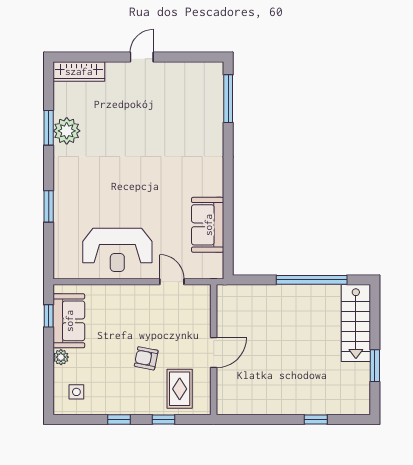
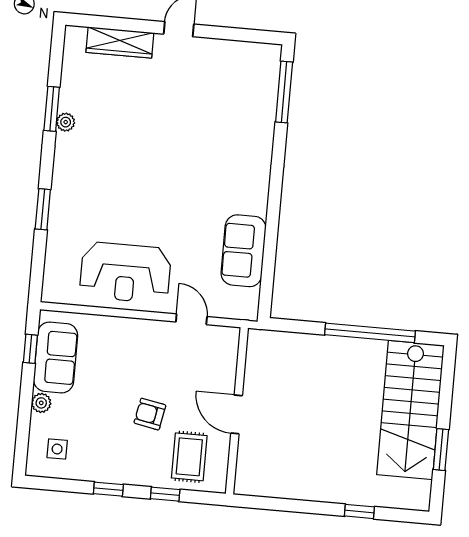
wardrobe: (79, 71) -> (120, 42), moved
plant: (67, 131) -> (66, 122), width x0.53, depth x0.53
stairs: (356, 323) -> (410, 410), width x1.36, depth x1.51
door: (214, 353) -> (237, 414), swing flipped

